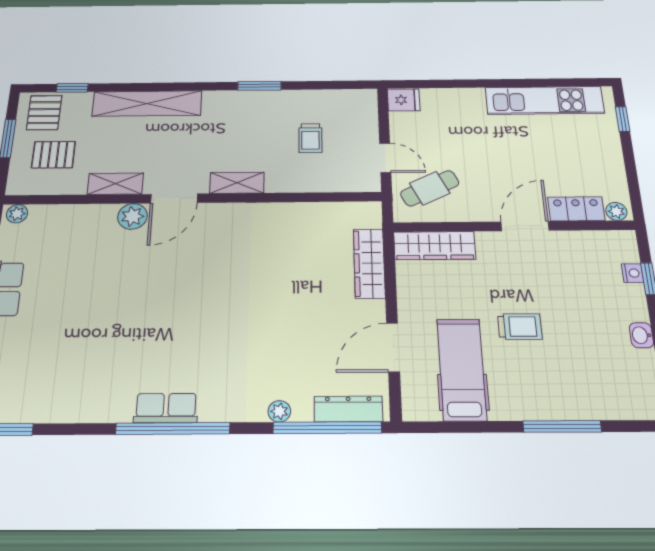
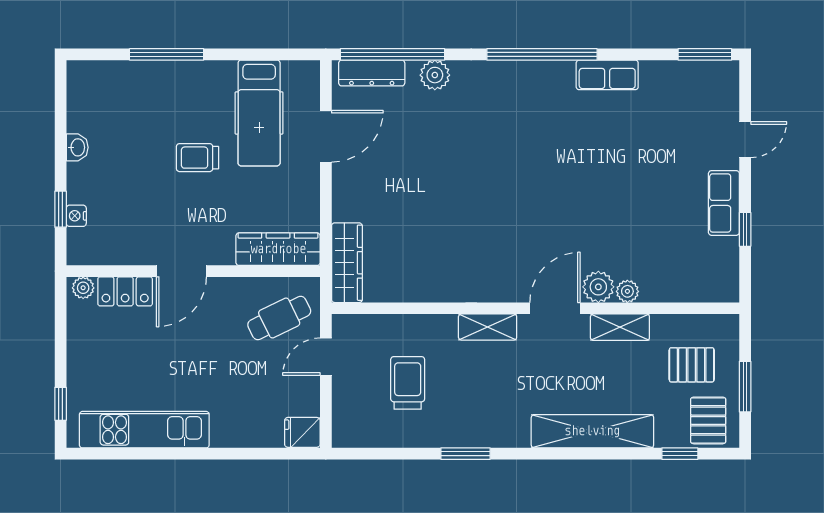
trolley: (310, 138) -> (408, 383), width x1.36, depth x1.39
door: (385, 158) -> (326, 357), hinge flipped
plant: (17, 214) -> (627, 291), moved
wardrobe: (369, 263) -> (347, 263), moved
row of seats: (166, 408) -> (607, 75), moved
plant: (279, 411) -> (435, 75), width x1.38, depth x1.38

